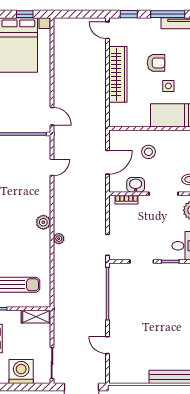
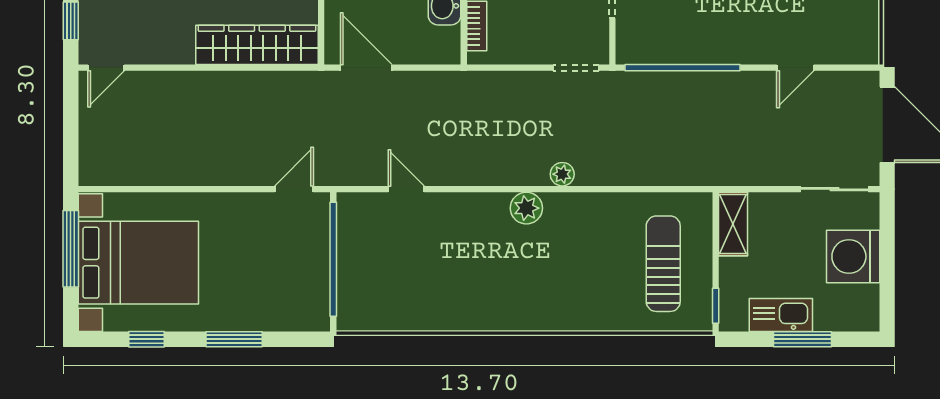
window: (25, 14) -> (71, 249), width x2.17
wardrobe: (118, 74) -> (257, 45), moved
door: (107, 162) -> (366, 68), moved

